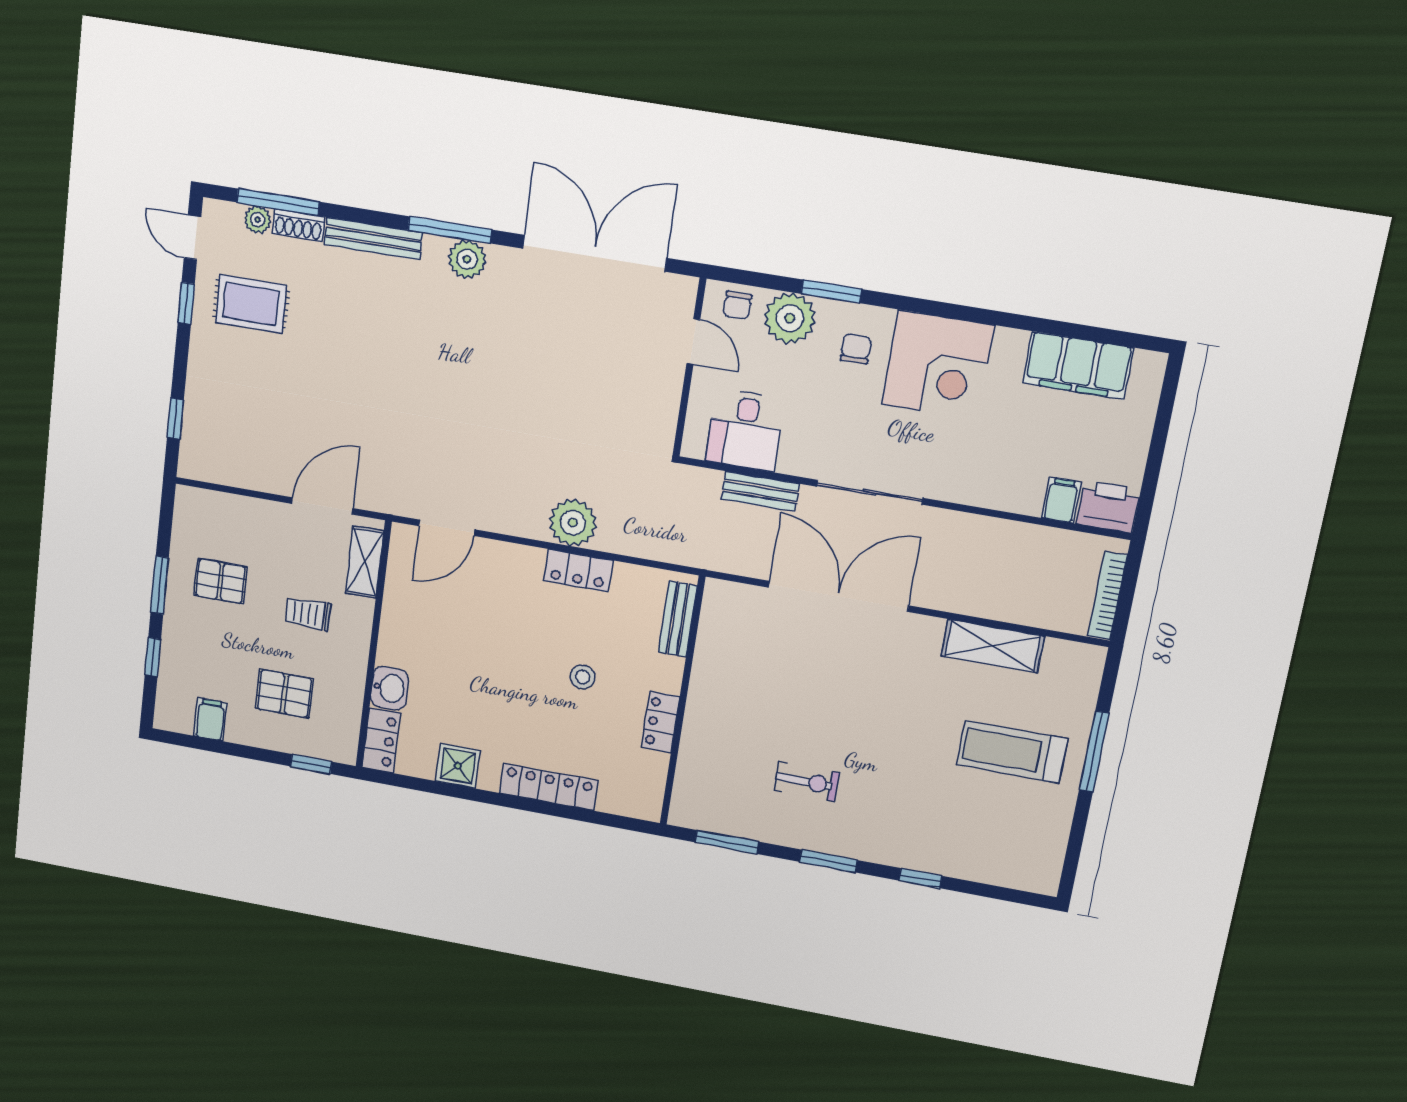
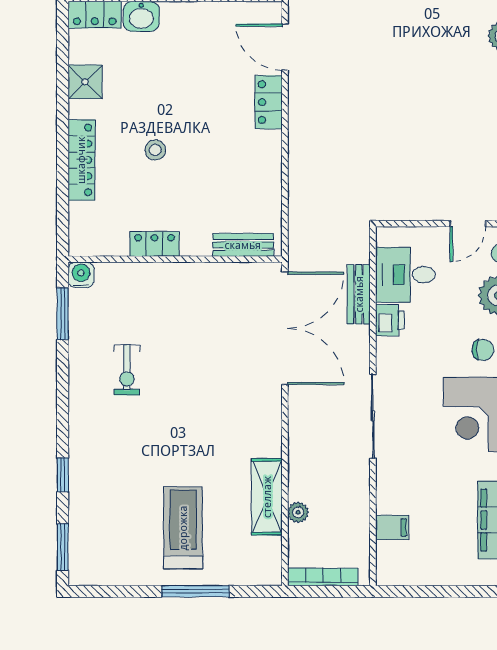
sliding door: (870, 492) -> (373, 416), moved
printer: (1108, 507) -> (390, 320), moved, width x0.73, depth x0.81
plant: (573, 523) -> (298, 512), moved, width x0.53, depth x0.53
locker: (578, 571) -> (269, 102), moved
double door: (838, 596) -> (285, 328), moved
stool: (583, 677) -> (155, 150), moved
water cooler: (684, 813) -> (81, 275), added
window: (828, 861) -> (63, 547), moved

